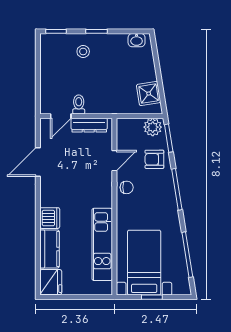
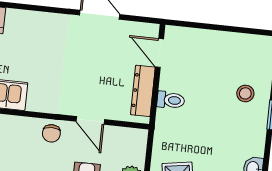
toilet: (79, 104) -> (171, 100), moved
dishwasher: (50, 218) -> (21, 23), removed

